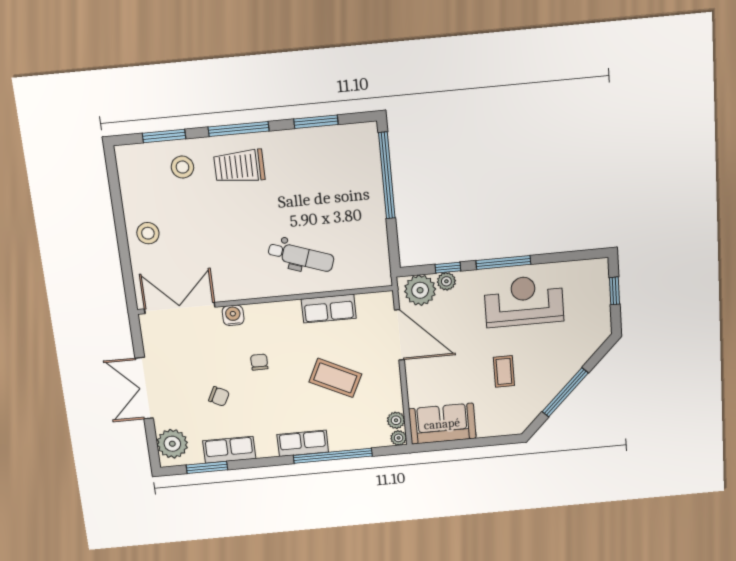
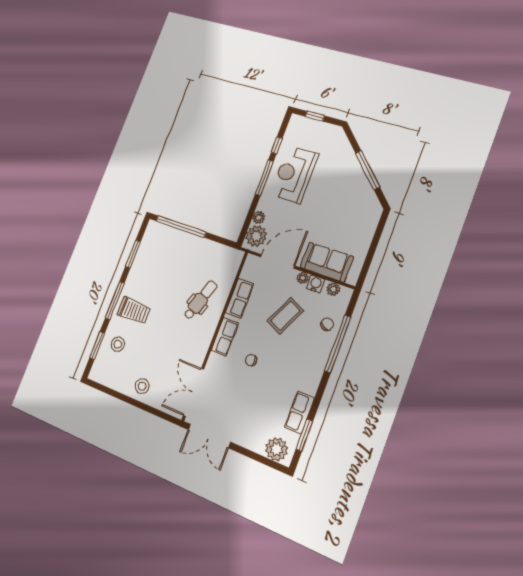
trolley: (239, 166) -> (134, 311), turned -90
window: (448, 268) -> (277, 145), moved
water cooler: (233, 315) -> (316, 284), moved, turned 90
coffee table: (504, 371) -> (334, 204), removed
double door: (144, 388) -> (209, 436), moved
chair: (219, 396) -> (327, 324), moved
sofa: (442, 424) -> (327, 262), moved, turned 90
plant: (399, 438) -> (303, 278), moved
row of seats: (303, 443) -> (225, 337), moved, turned 180

